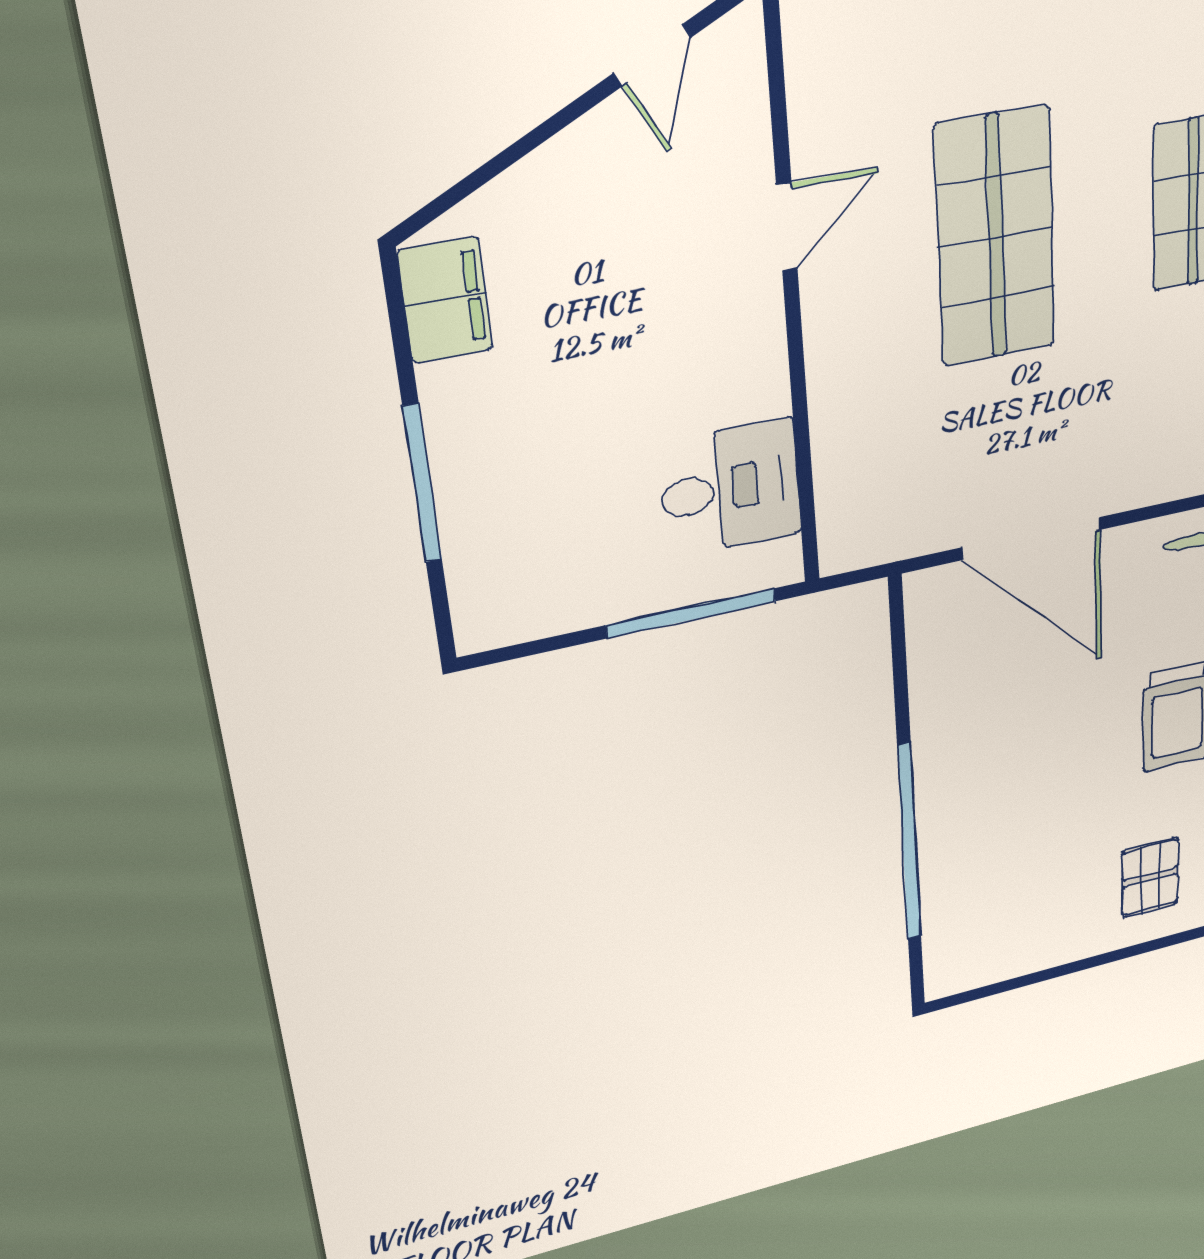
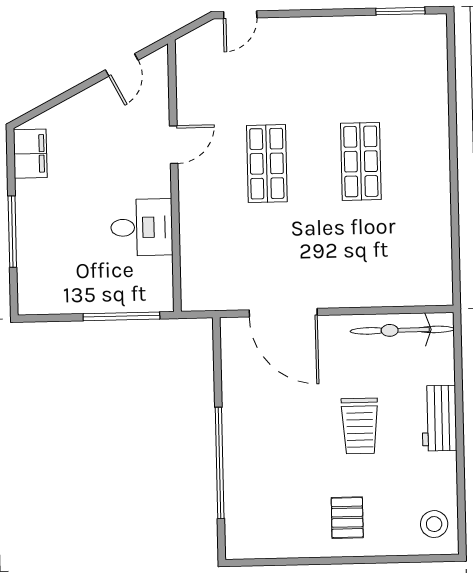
shop shelf: (995, 237) -> (267, 164), width x0.70, depth x0.74
desk: (730, 488) -> (142, 227), moved

